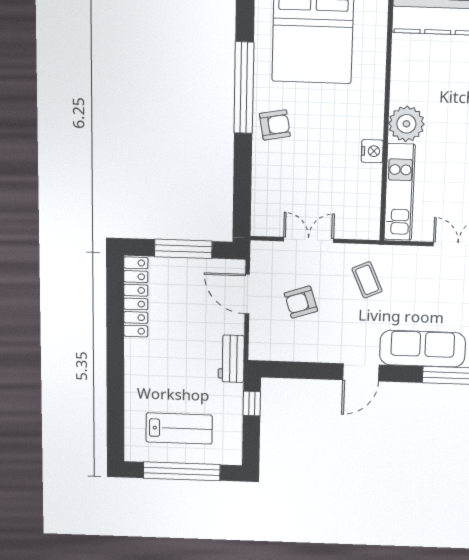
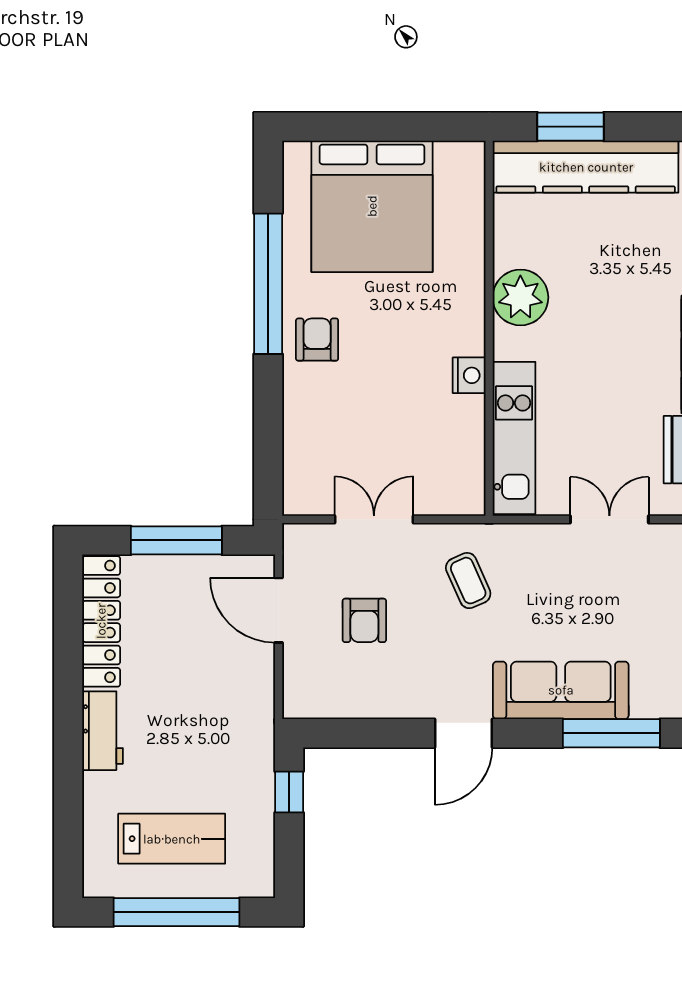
plant: (406, 124) -> (520, 297), moved
armchair: (275, 125) -> (317, 340), turned -80
armchair: (301, 302) -> (364, 620), turned -72
workbench: (231, 359) -> (103, 731), moved, turned 180

